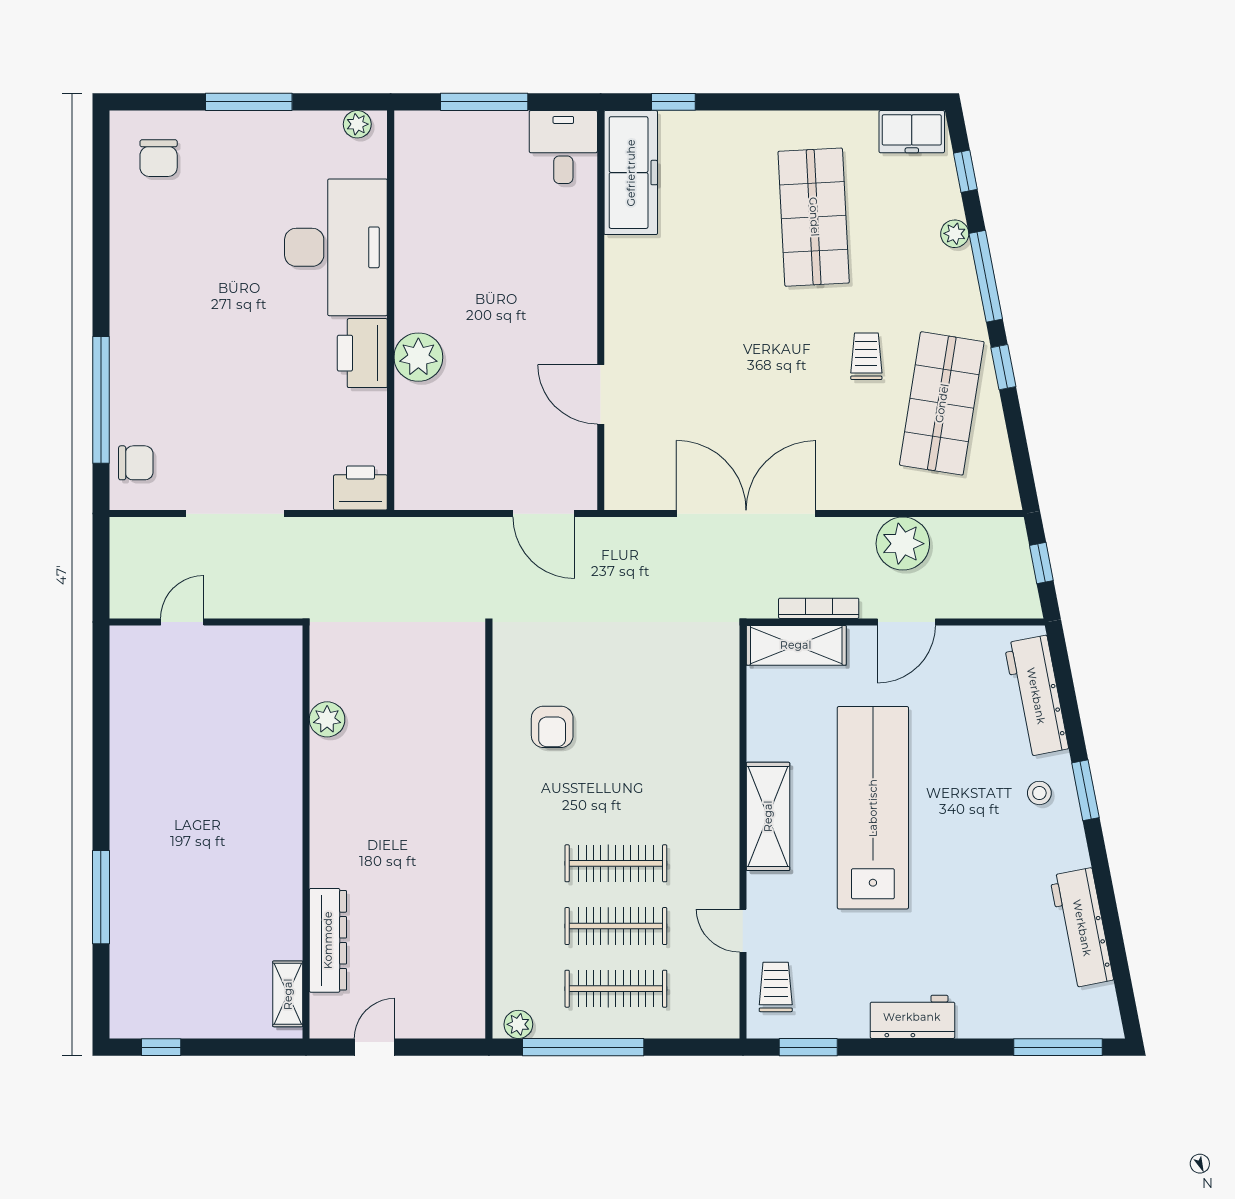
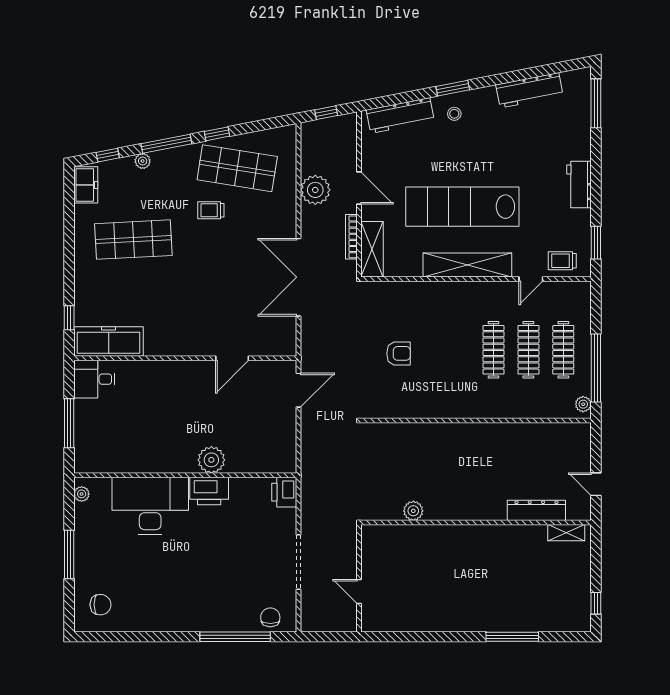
armchair: (552, 727) -> (398, 353), moved
shelving: (768, 816) -> (467, 265), width x1.47

